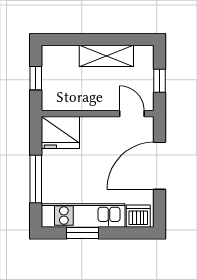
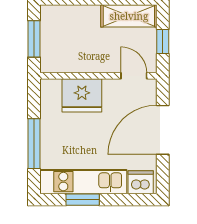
shelving: (106, 56) -> (129, 16), moved
window: (36, 78) -> (34, 39), width x1.50
fridge: (60, 133) -> (82, 95), moved

